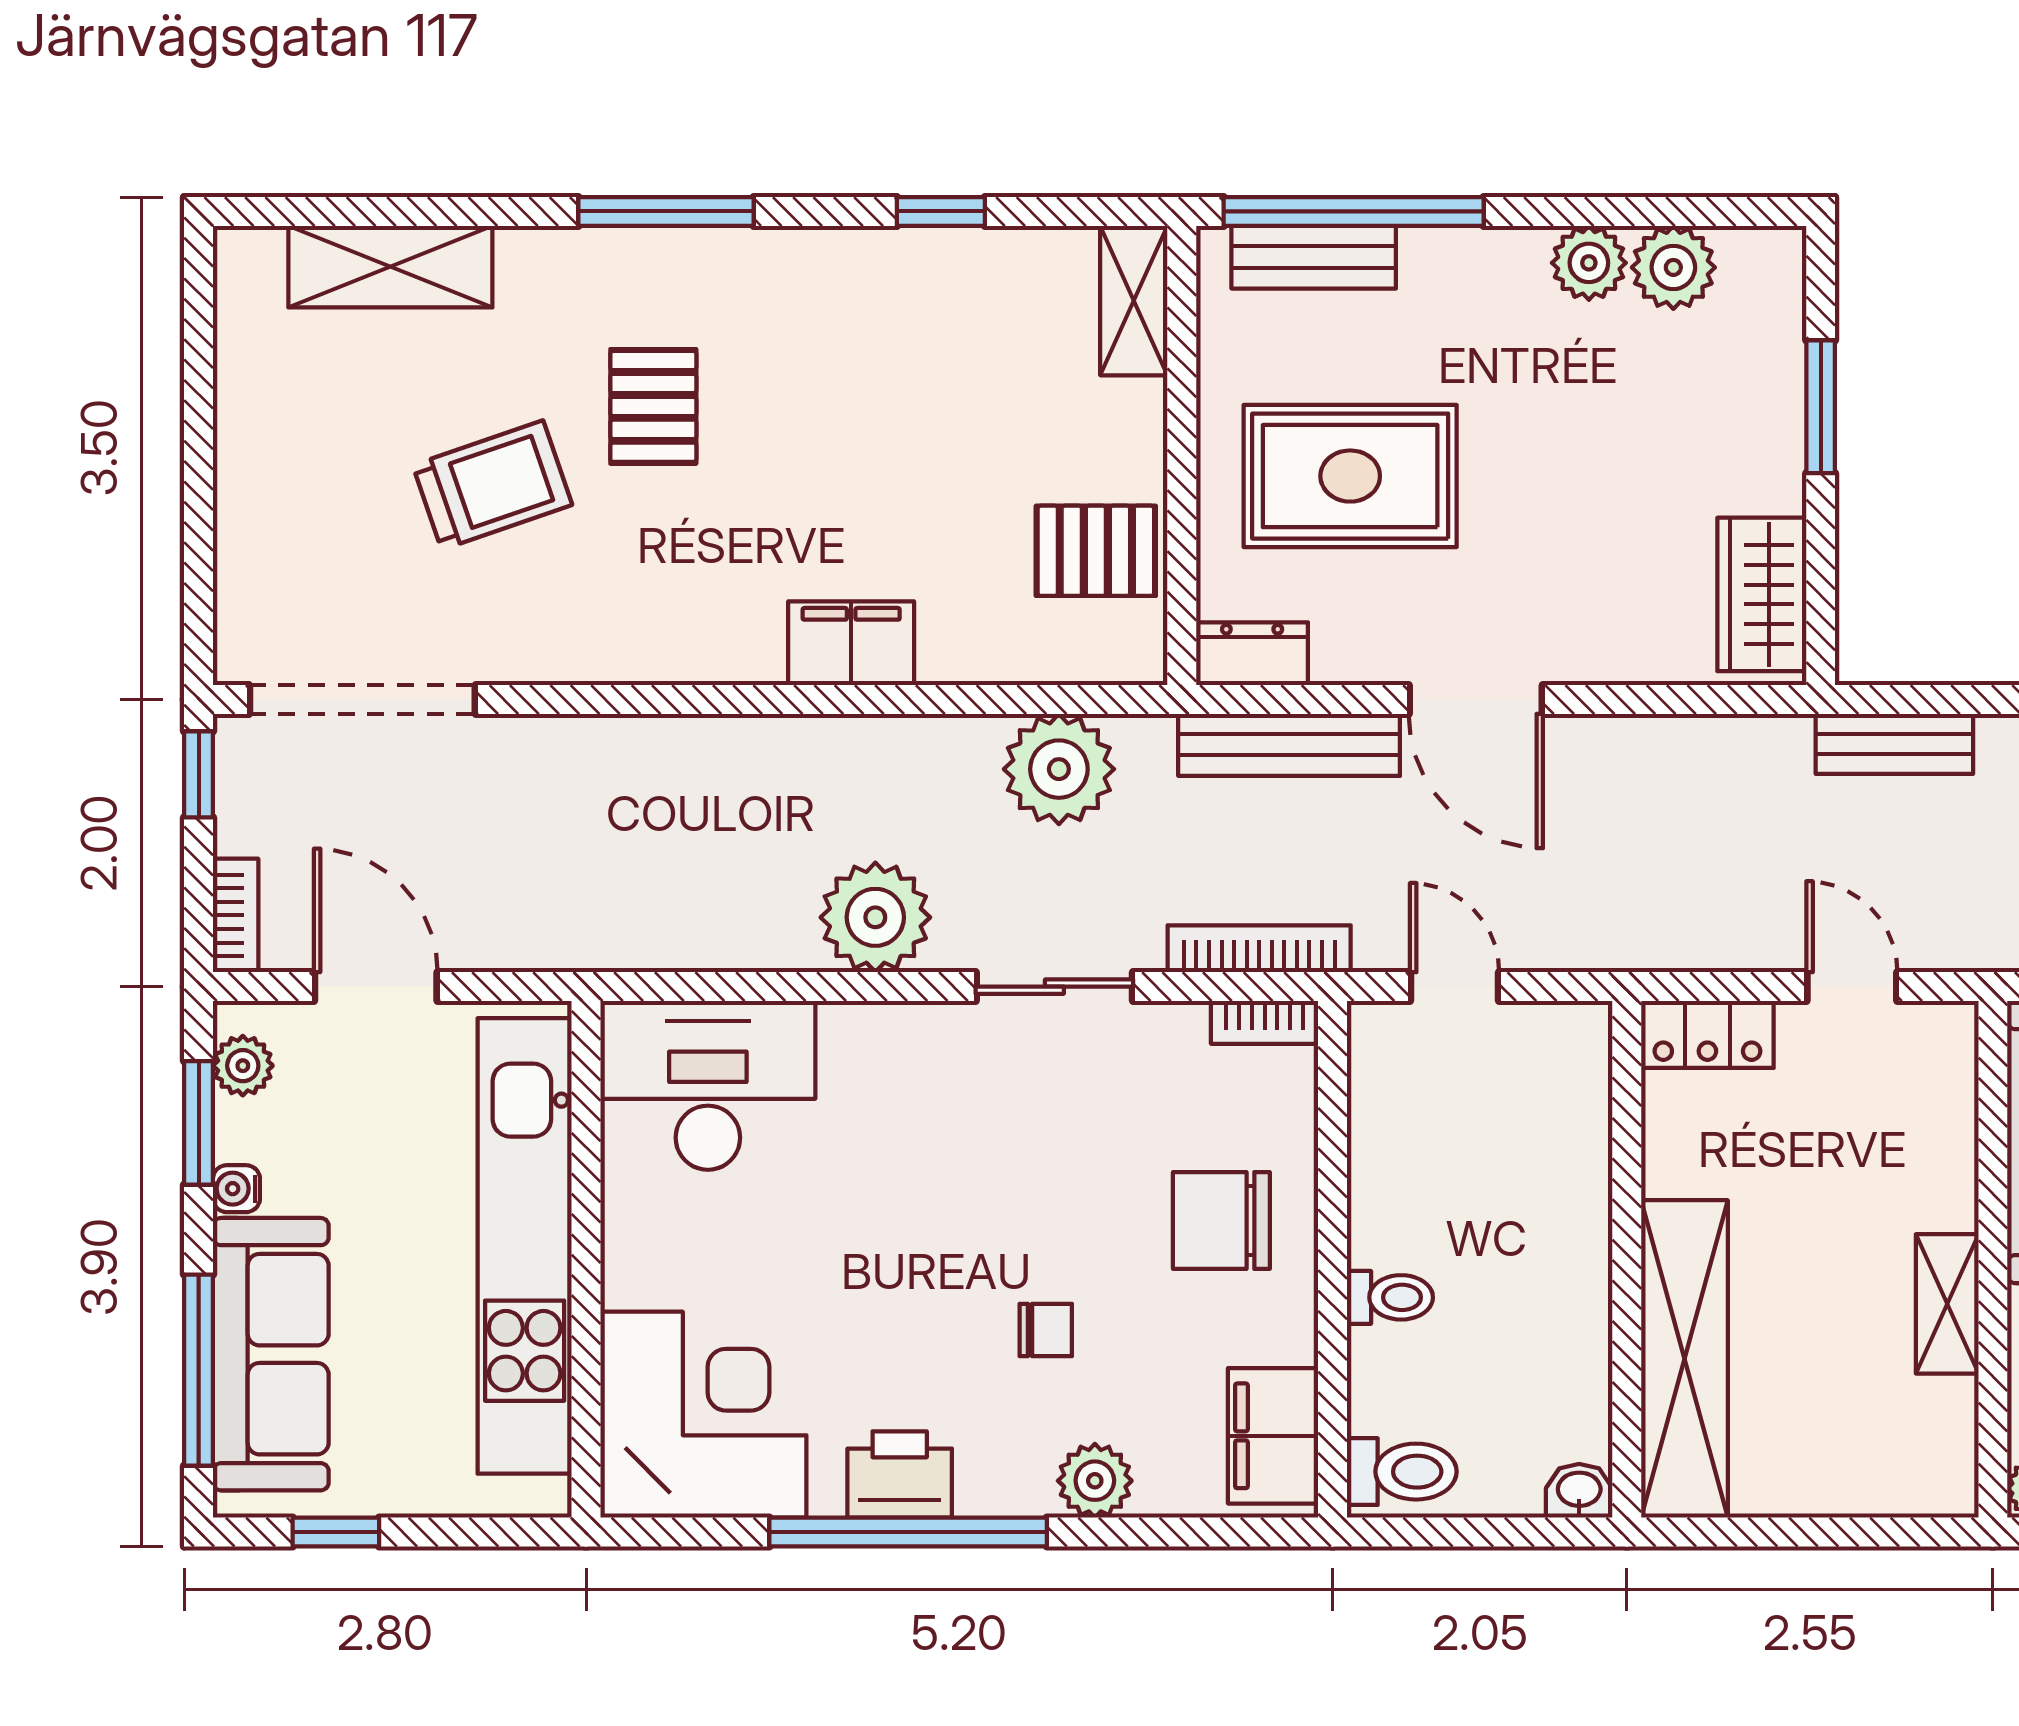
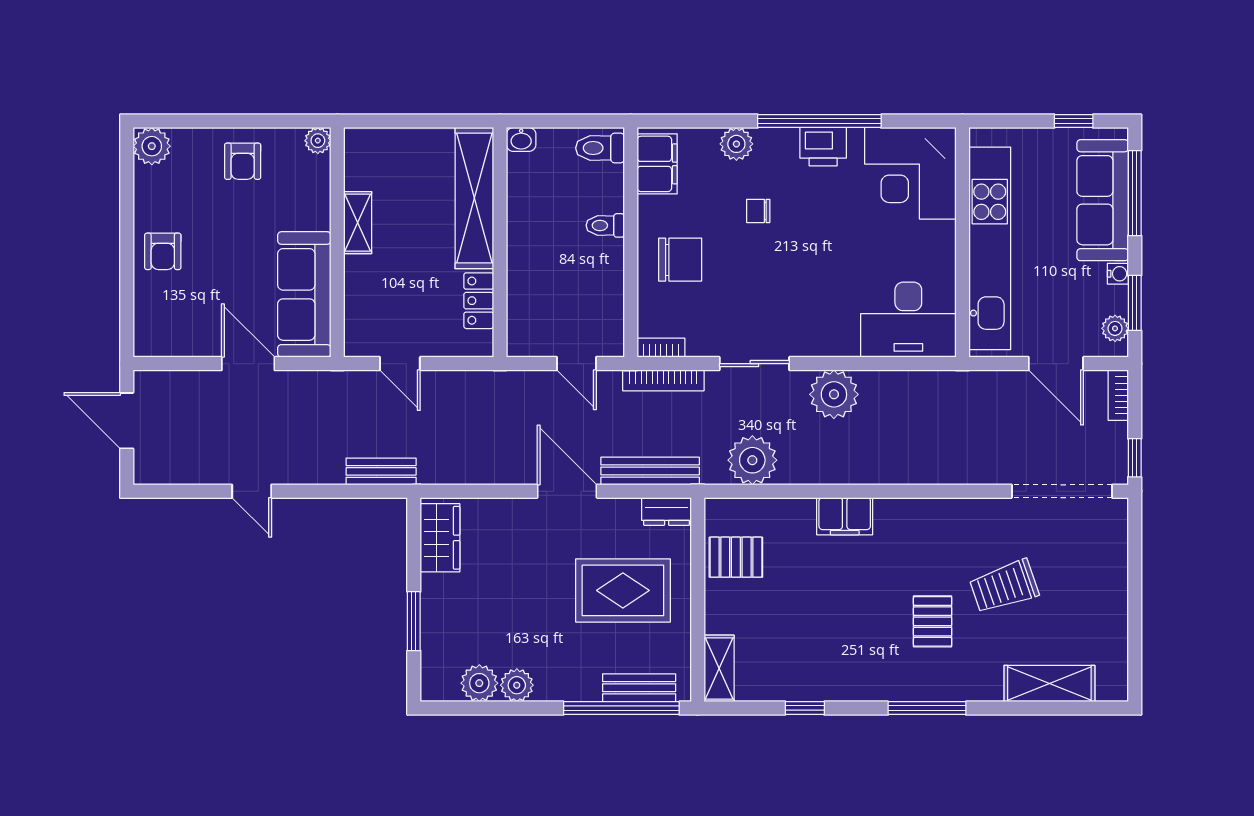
locker: (1707, 1034) -> (479, 301), moved, turned -90

